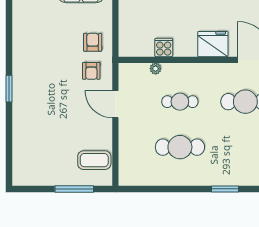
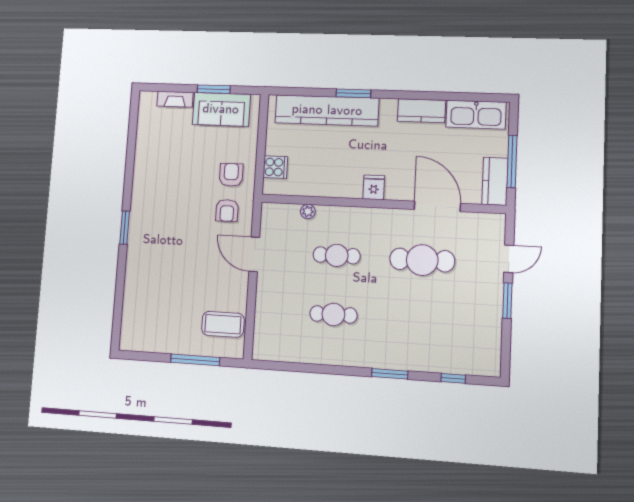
fridge: (213, 44) -> (374, 187), width x0.53, depth x0.75
cooker: (164, 47) -> (275, 167), moved, turned 90
cafe table: (180, 147) -> (333, 314), width x0.73, depth x0.74

